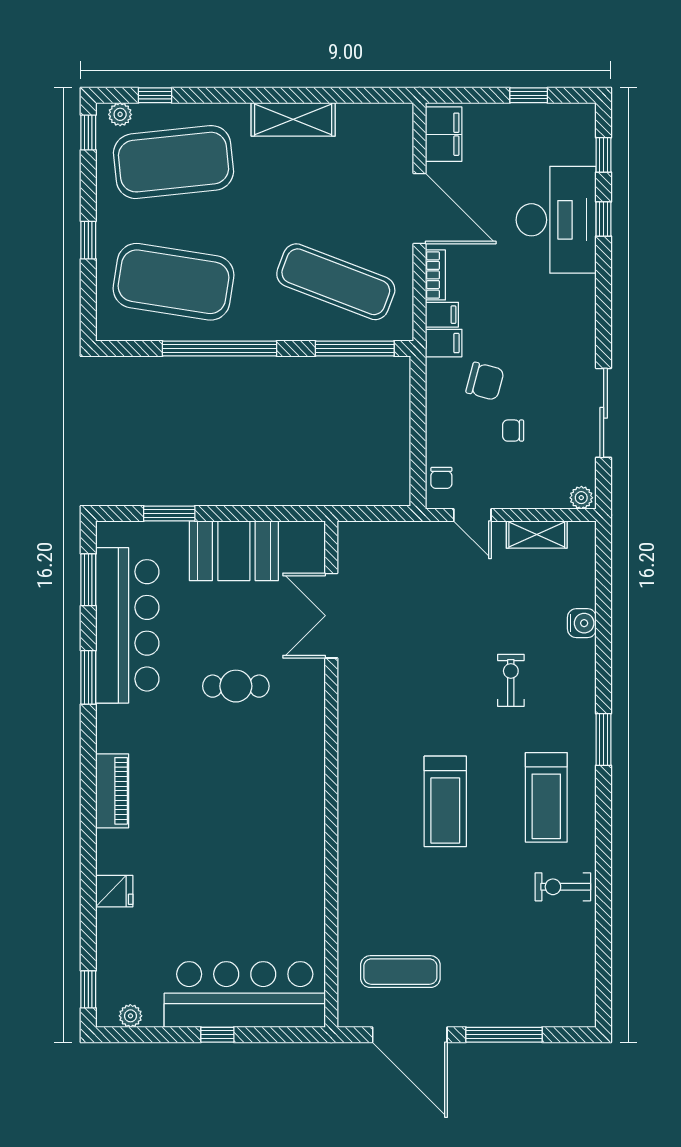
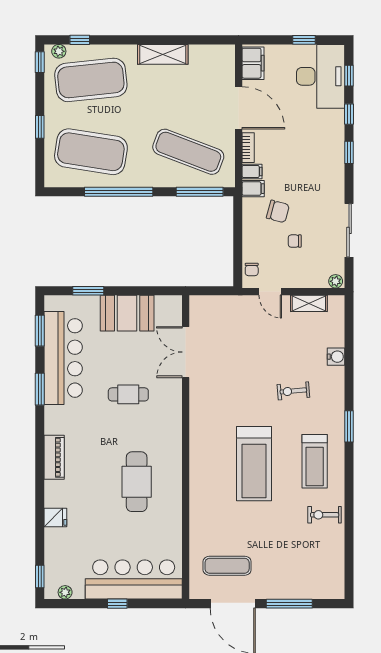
desk: (556, 220) -> (321, 76), moved
window: (604, 283) -> (349, 152), added
exercise bike: (511, 680) -> (293, 391), turned -95
treadmill: (445, 801) -> (254, 464), width x1.37, depth x1.38
cafe table: (250, 832) -> (137, 482), added

